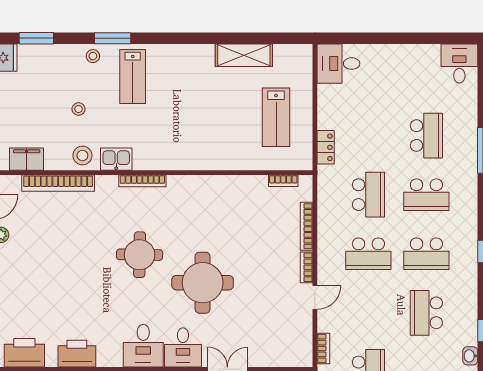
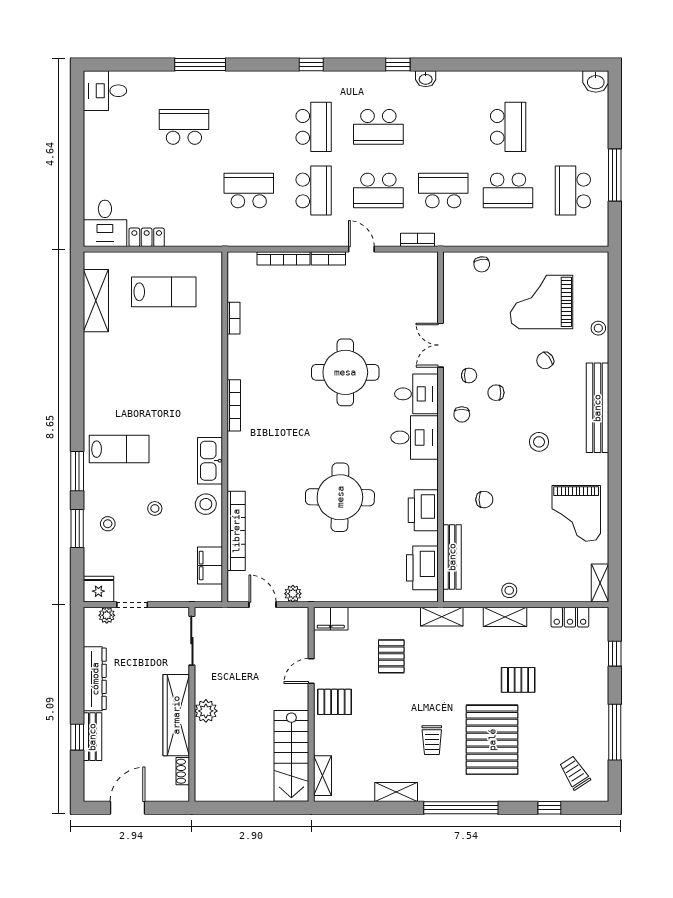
window: (36, 38) -> (77, 528), moved
shelving: (244, 55) -> (96, 301), moved
stool: (93, 56) -> (108, 524), moved
locker: (326, 147) -> (147, 237), moved
kitchen sink: (116, 159) -> (210, 461), width x1.38
bookcase: (142, 181) -> (234, 405), moved
bookcase: (283, 181) -> (234, 318), moved
school desk: (426, 195) -> (378, 190), moved, turned 90
round table: (140, 255) -> (340, 497), moved, width x1.36, depth x1.36

